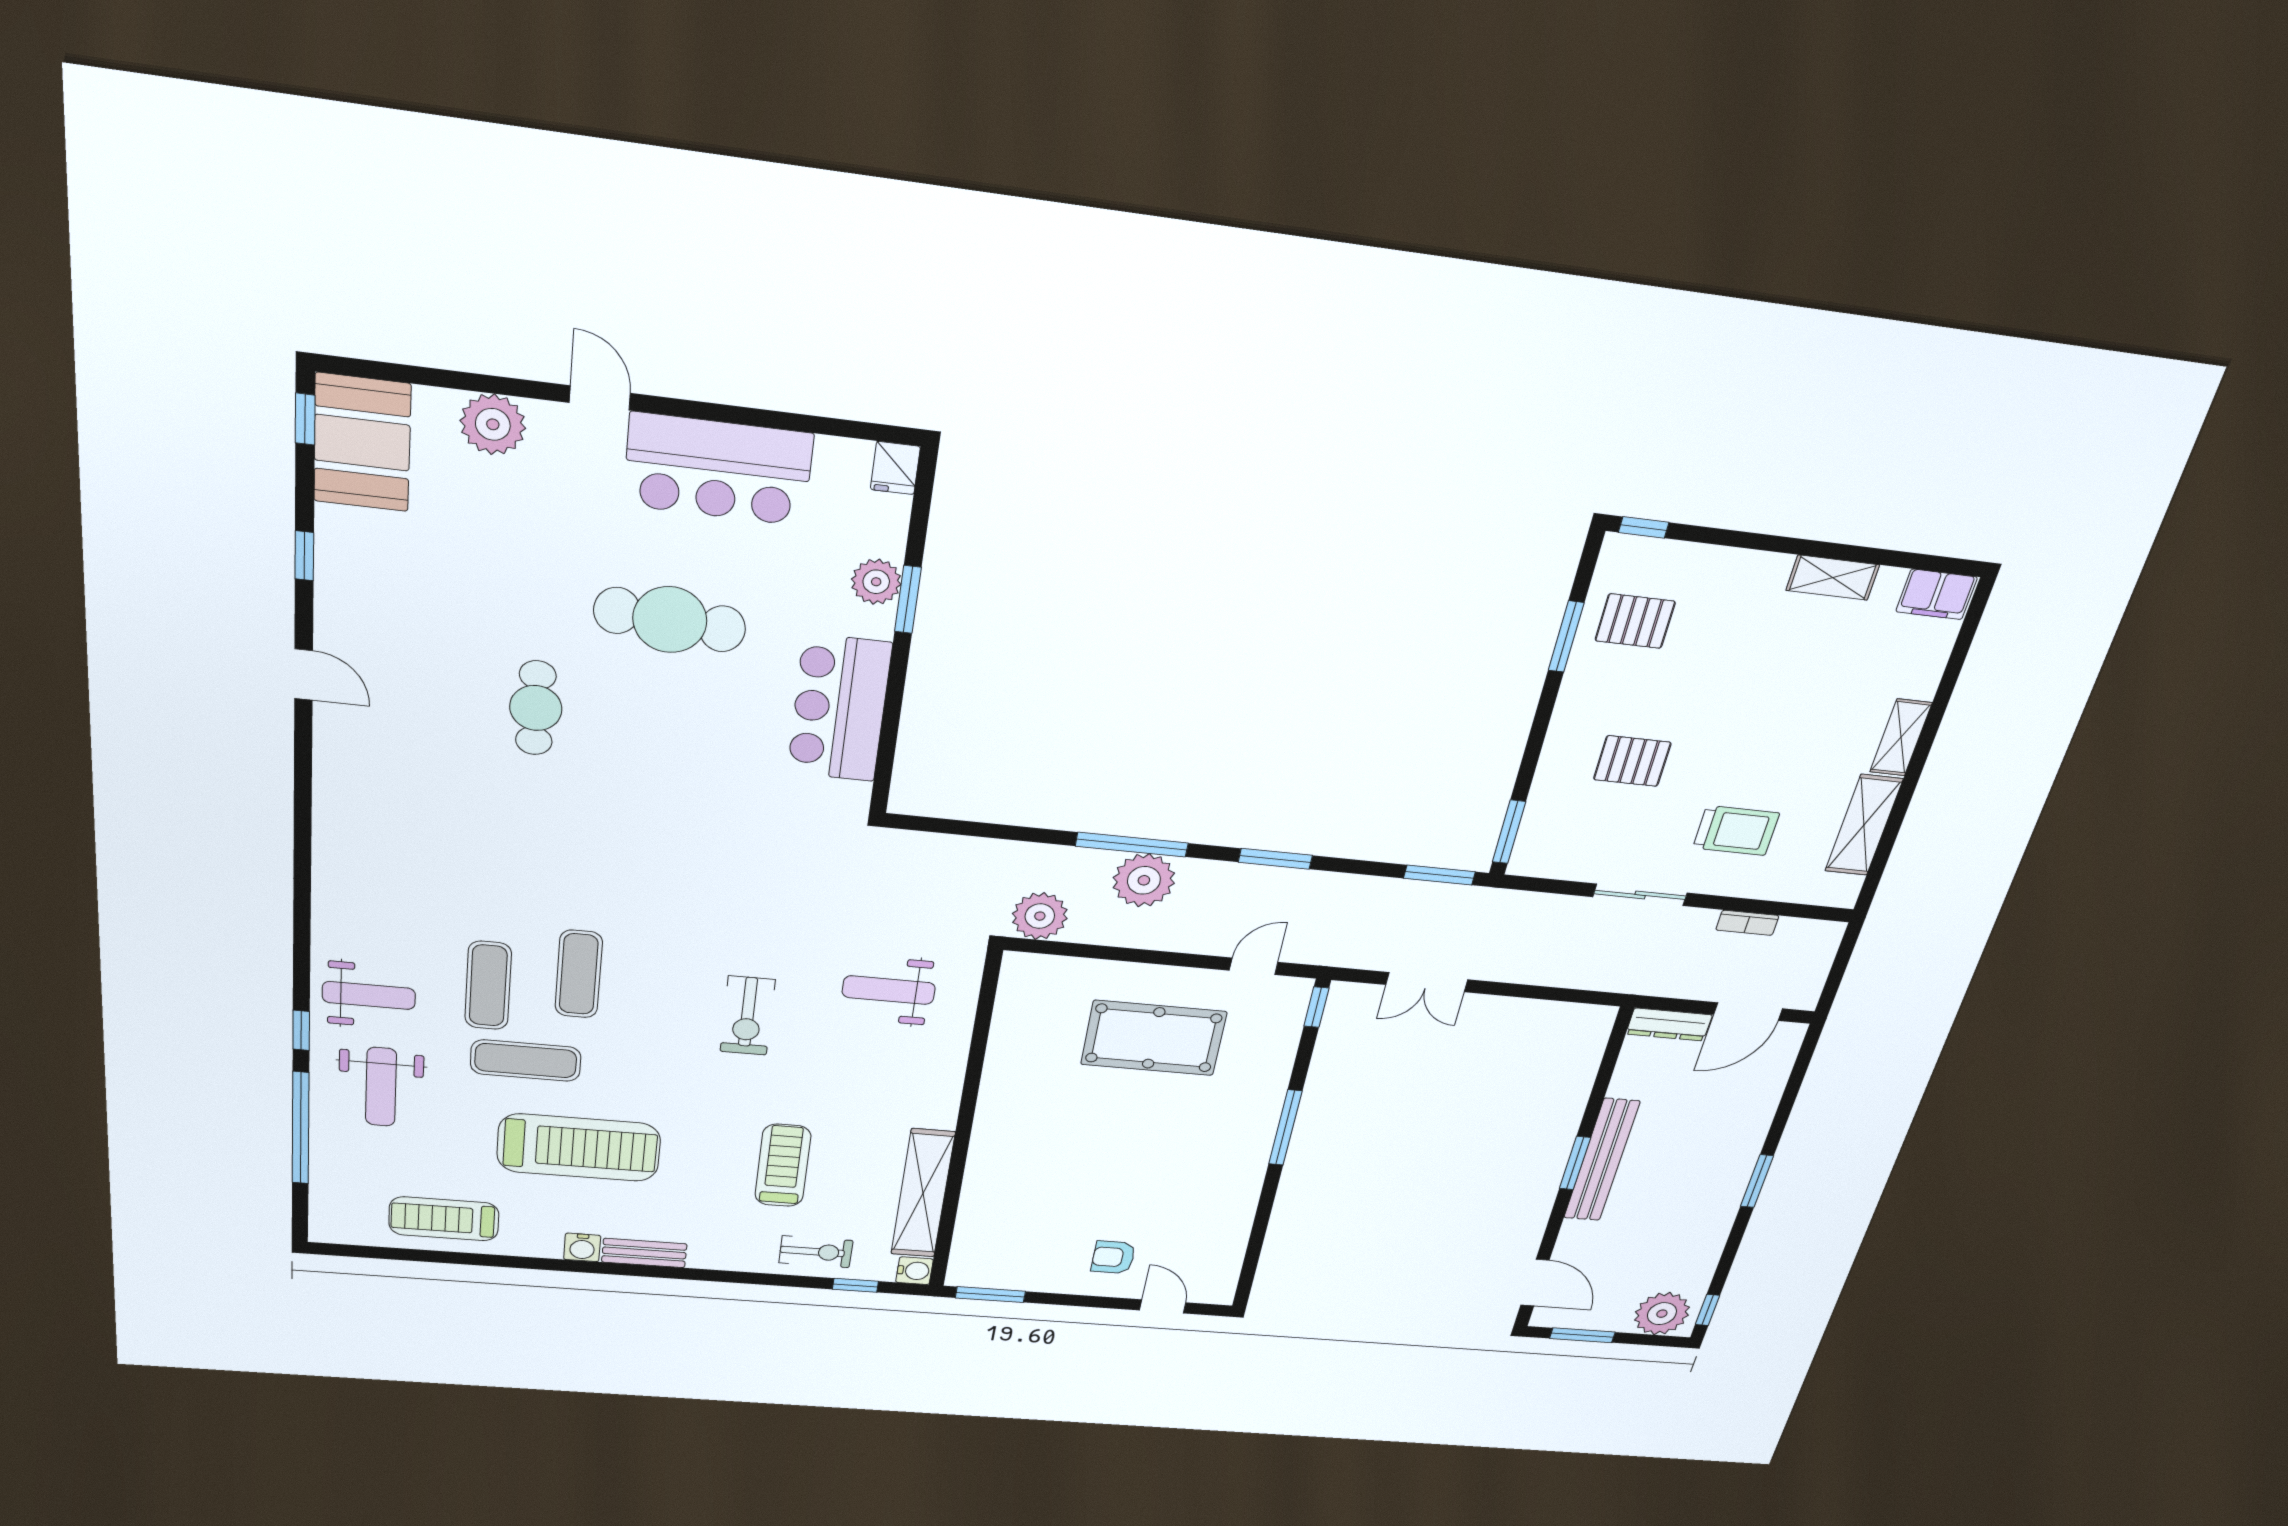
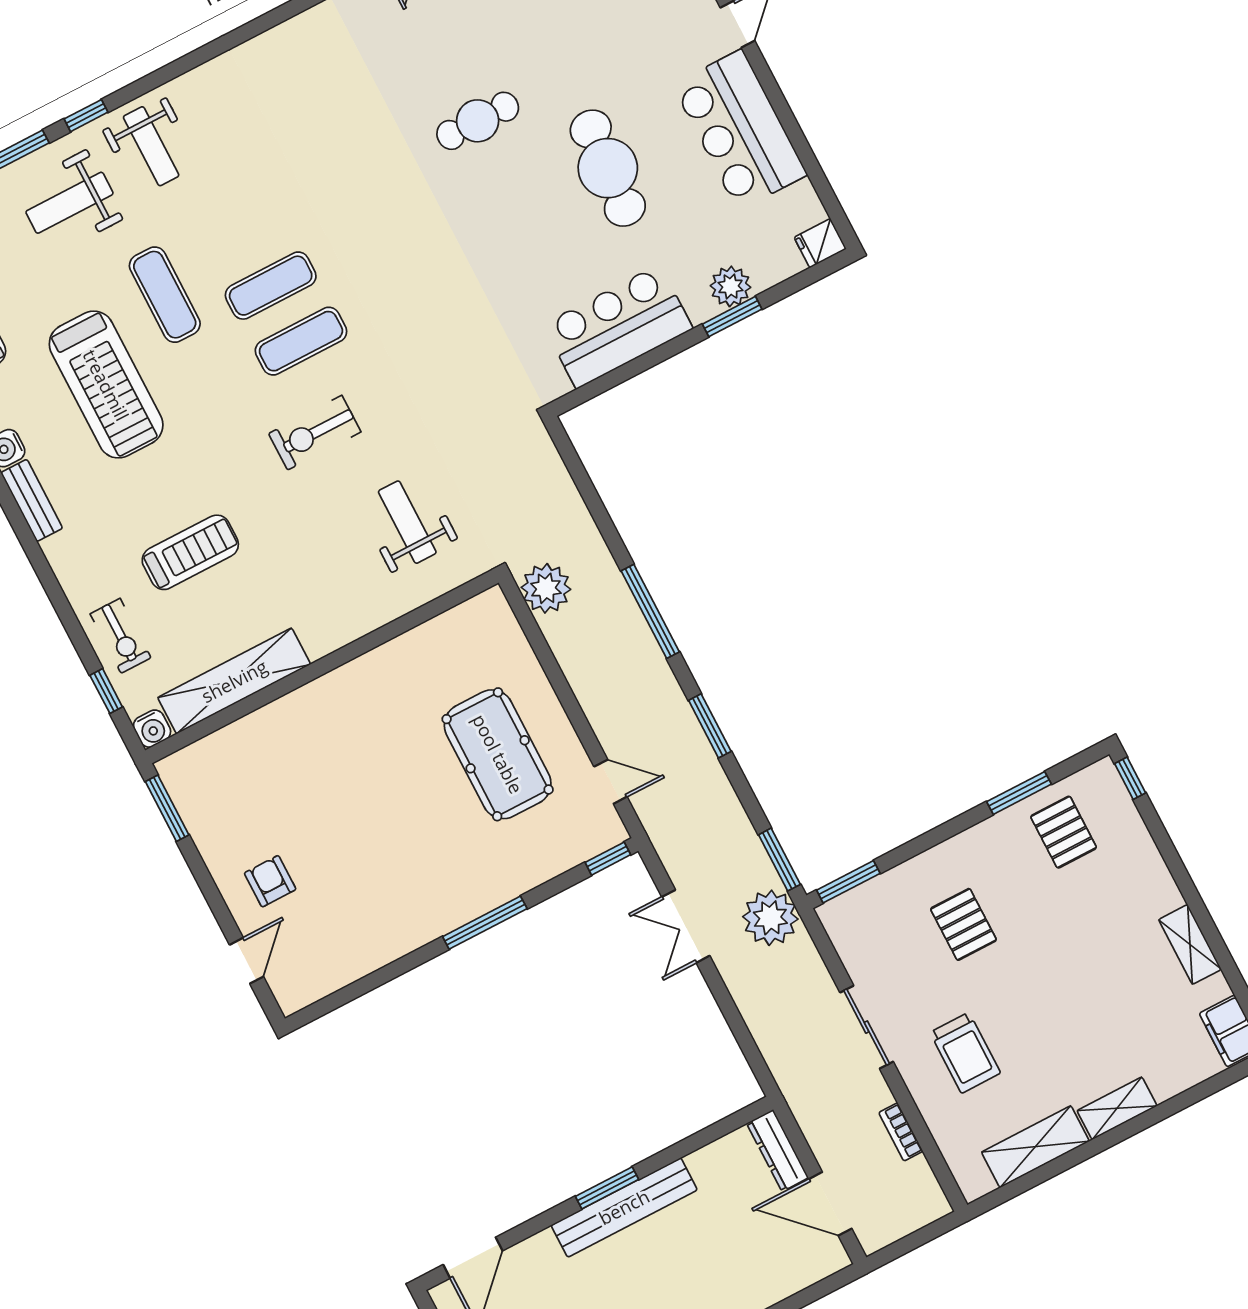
plant: (1144, 880) -> (770, 918), moved
exercise mat: (488, 986) -> (301, 341), moved

